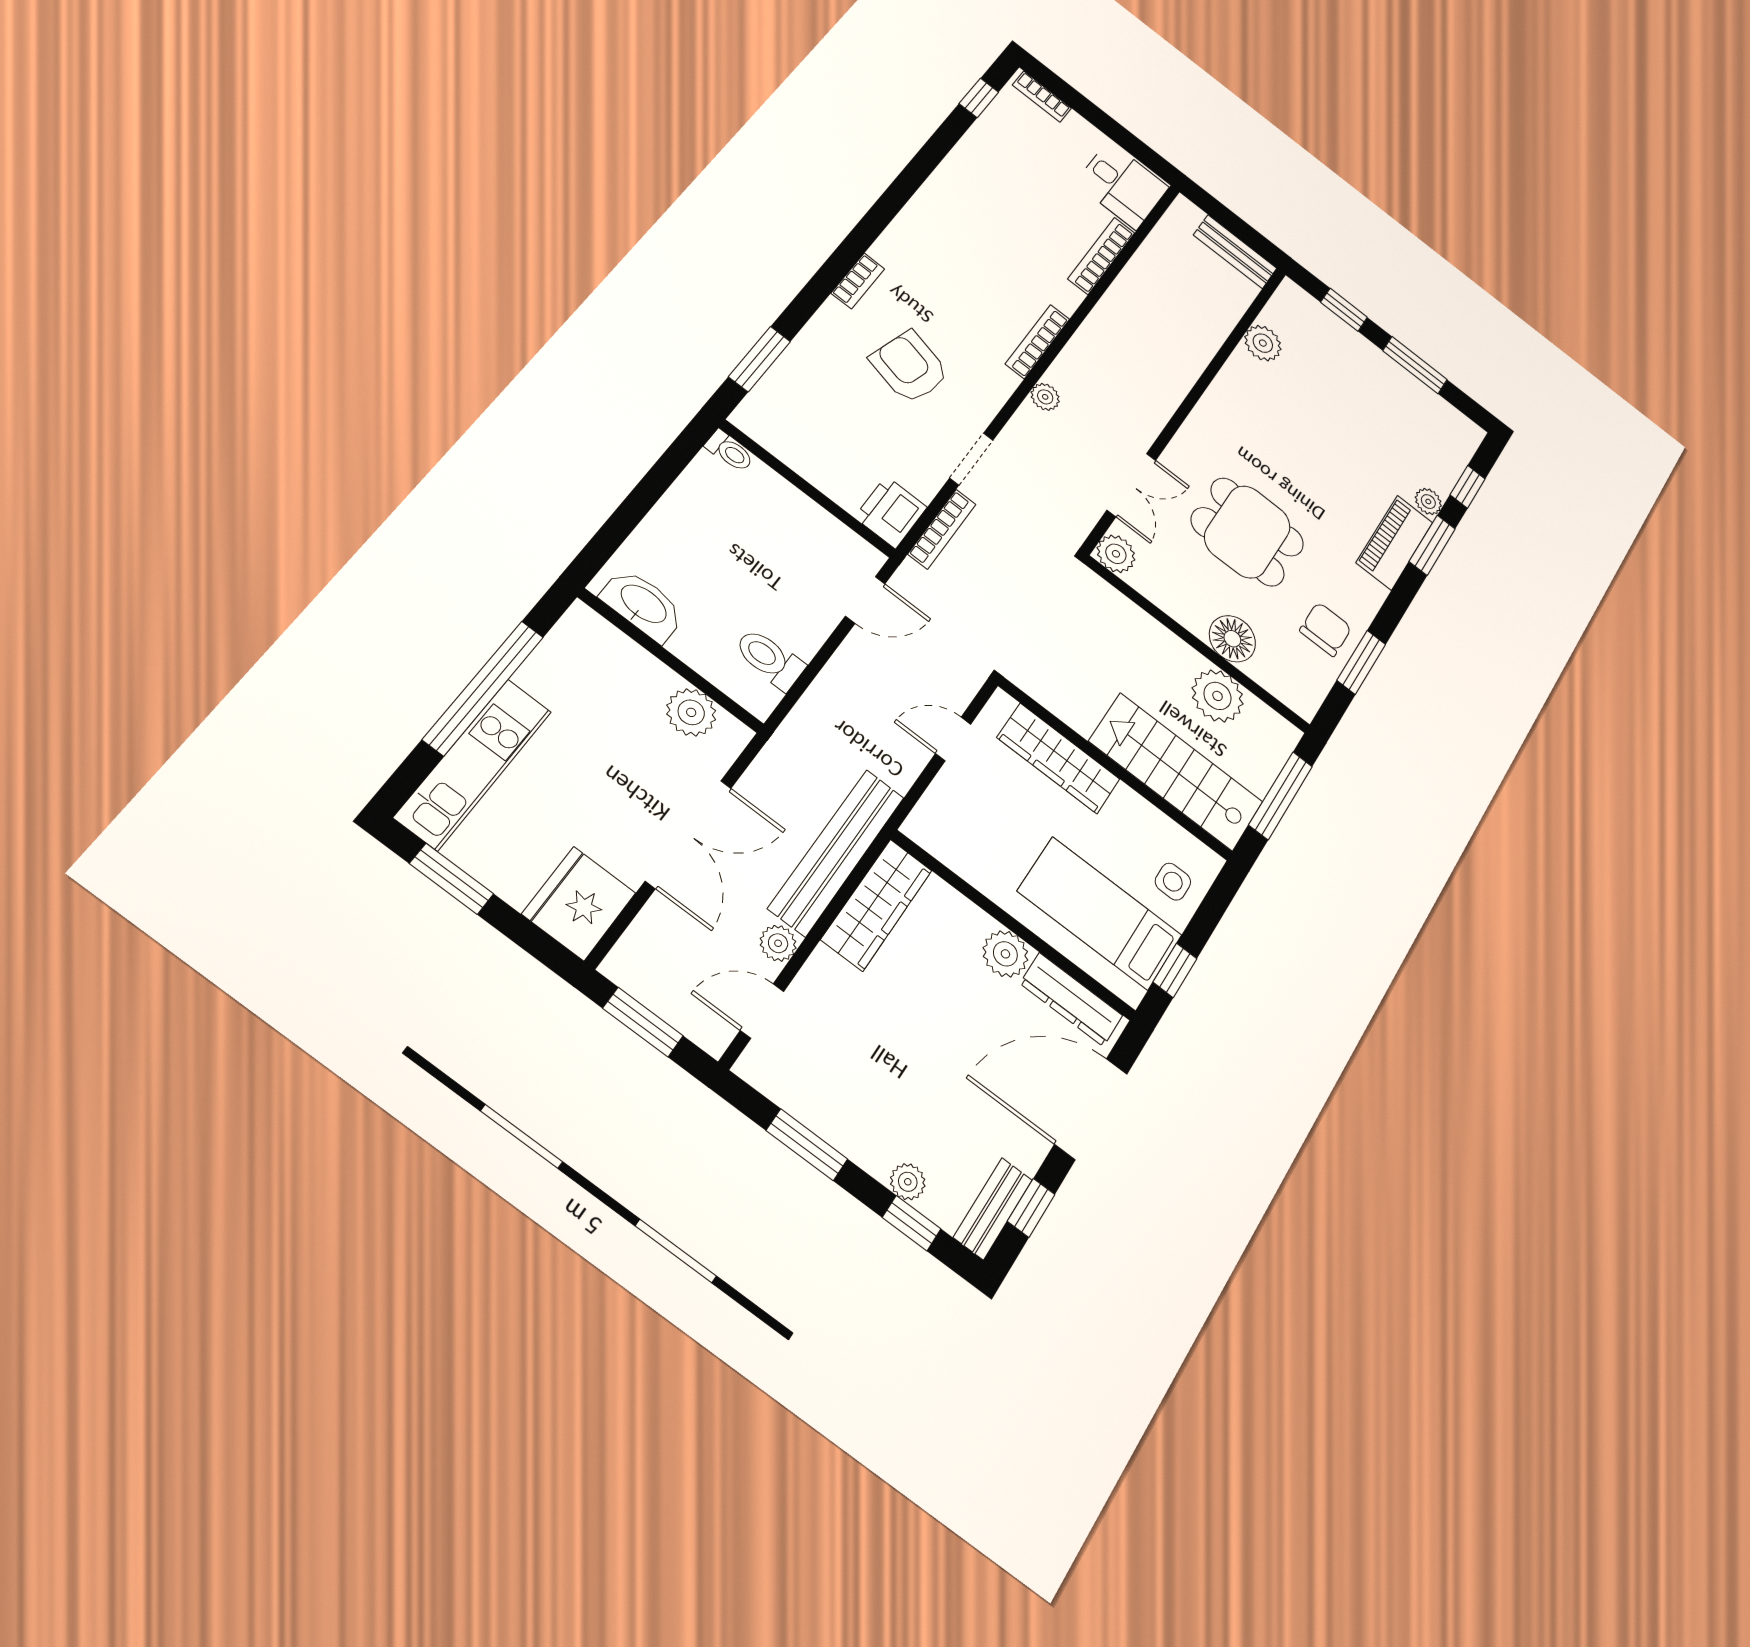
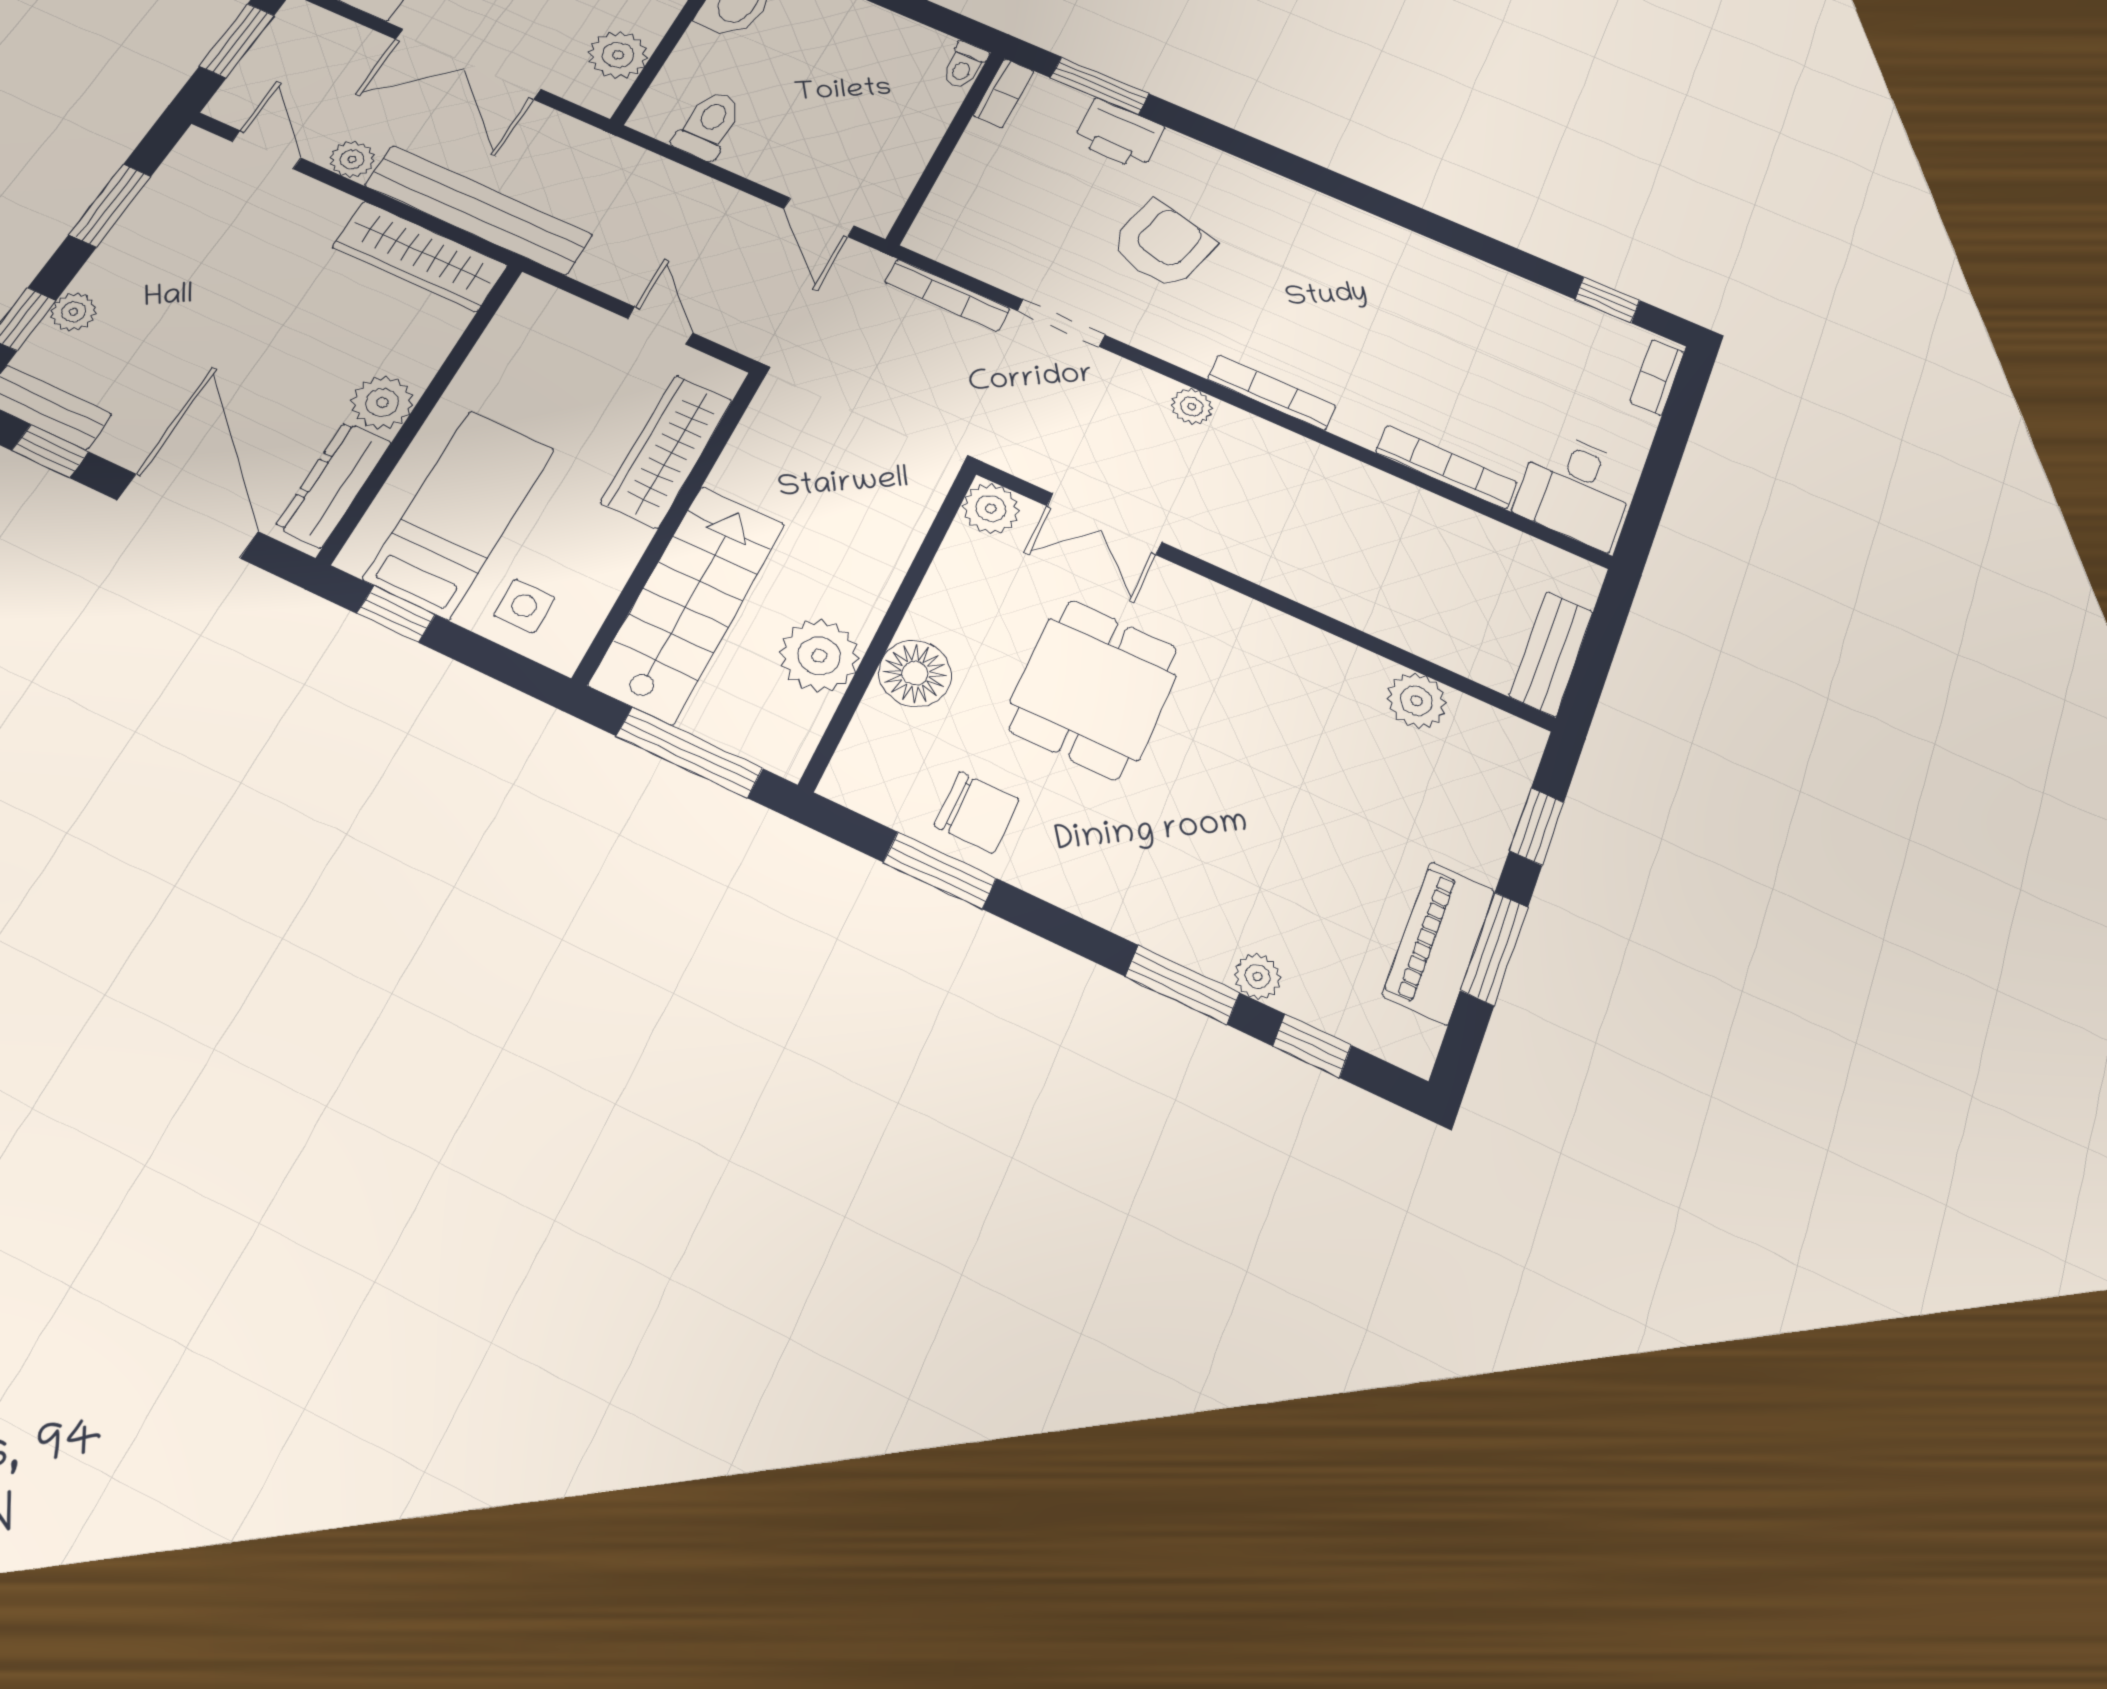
bookcase: (858, 281) -> (1003, 93), moved, turned -90
printer: (891, 512) -> (1119, 134), moved, turned 180
piano: (1395, 543) -> (1439, 943), moved, turned -90

